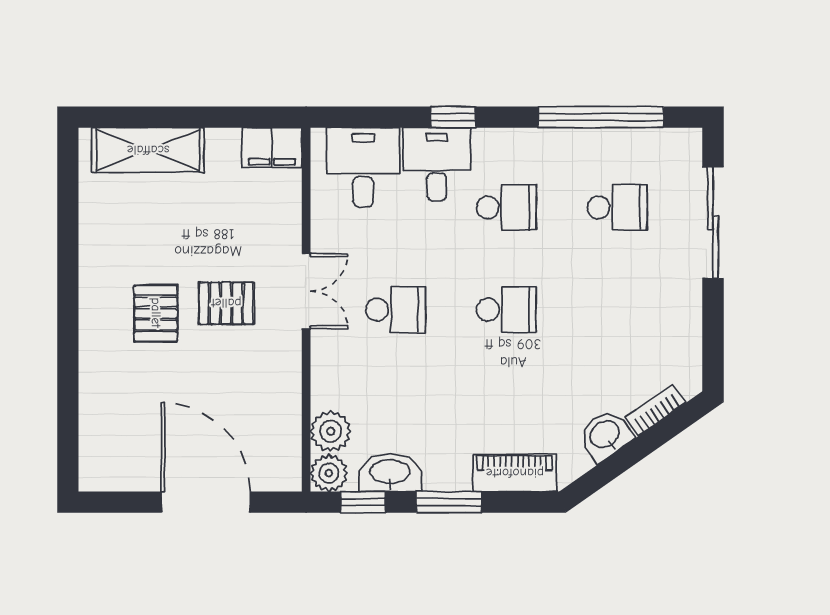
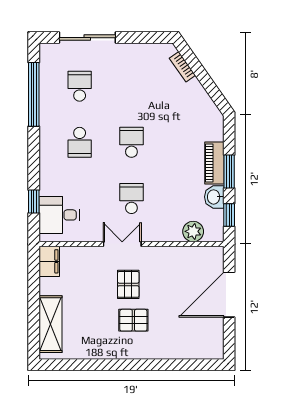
window: (453, 117) -> (34, 202), moved
desk: (437, 164) -> (58, 178), removed
school desk: (506, 207) -> (80, 142), turned 180
washbasin: (605, 435) -> (195, 92), removed
plant: (329, 473) -> (214, 232), removed
washbasin: (390, 473) -> (214, 197), width x0.72
piano: (515, 473) -> (214, 163), moved

